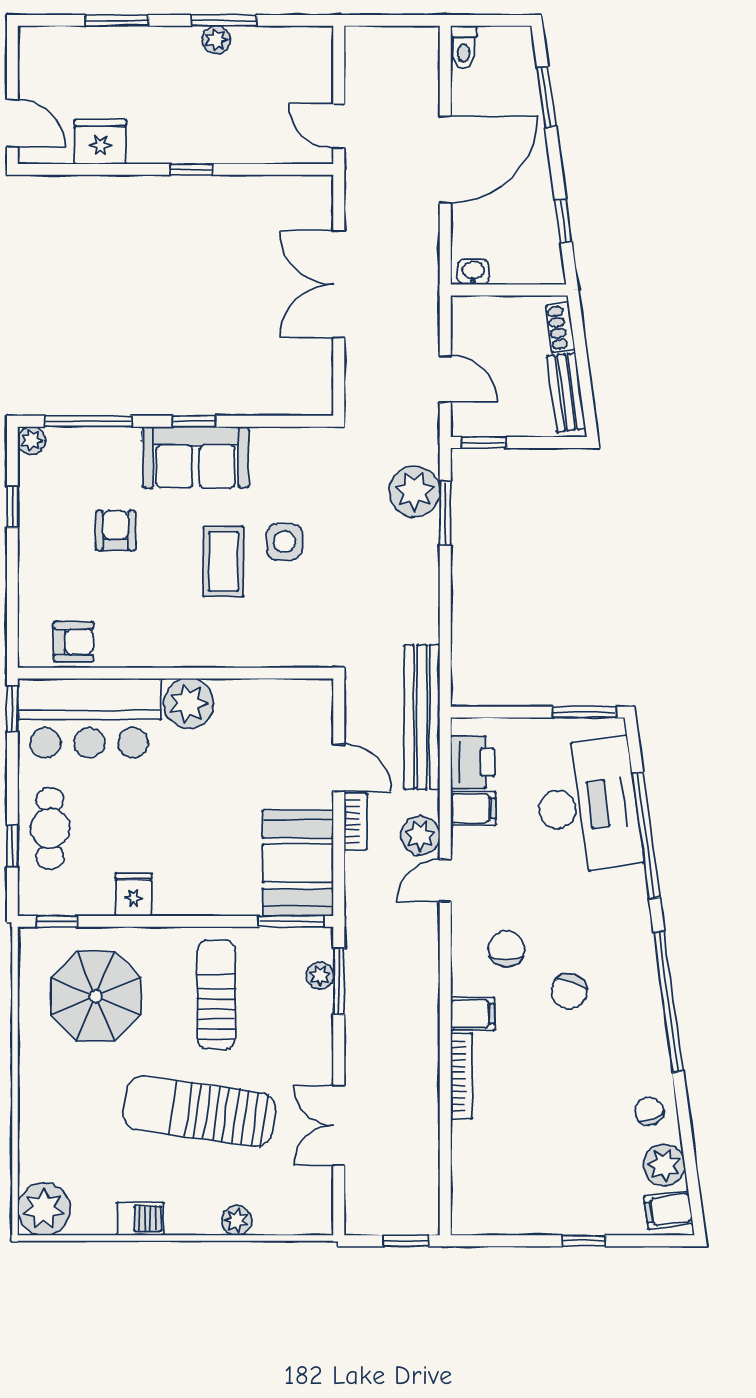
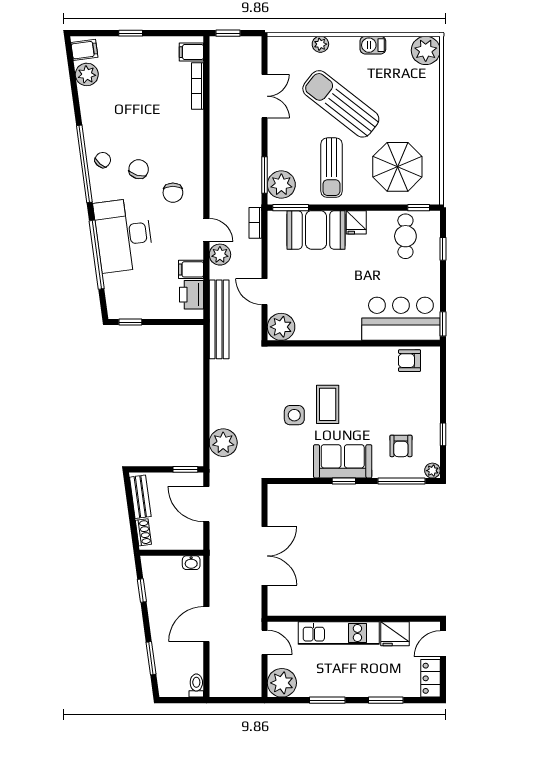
plant: (216, 40) -> (282, 683), moved, width x1.88, depth x1.88
locker: (35, 60) -> (430, 678), added
door: (12, 124) -> (443, 644), hinge flipped
kitchen unit: (203, 143) -> (339, 633), added
door: (445, 159) -> (206, 624), width x0.73
window: (191, 169) -> (345, 619), removed
door: (445, 379) -> (206, 504), width x1.38
window: (445, 513) -> (206, 431), removed
armchair: (116, 531) -> (401, 446), moved
plant: (189, 703) -> (281, 327), moved
window: (584, 712) -> (130, 322), width x0.67
desk: (588, 806) -> (124, 235), moved
bookcase: (355, 821) -> (255, 223), moved
cafe table: (50, 828) -> (405, 236), moved
booth: (298, 863) -> (316, 230), moved, turned 90
door: (445, 881) -> (206, 230), hinge flipped
fridge: (134, 895) -> (356, 222), moved
plant: (320, 976) -> (281, 185), width x1.87, depth x1.87
filing cabinet: (473, 1014) -> (191, 52), moved
bookcase: (461, 1076) -> (198, 86), moved
sun lounger: (199, 1111) -> (341, 104), turned -150
chair: (649, 1111) -> (103, 160), moved, turned -116

